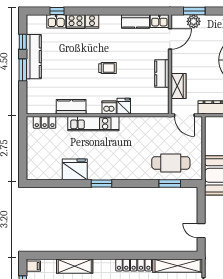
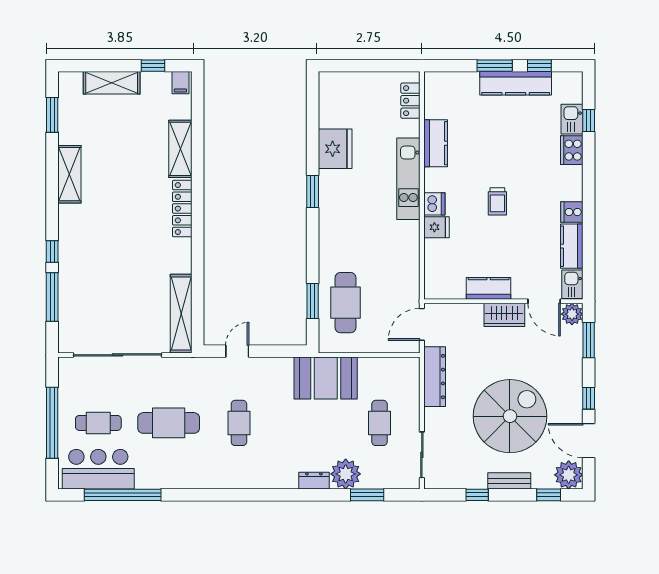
cooker: (92, 21) -> (572, 212), moved
plant: (194, 21) -> (572, 314), moved
wardrobe: (179, 86) -> (504, 315), moved
locker: (134, 265) -> (182, 209), moved

